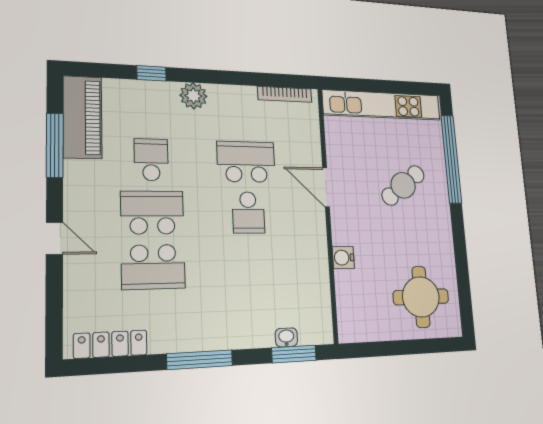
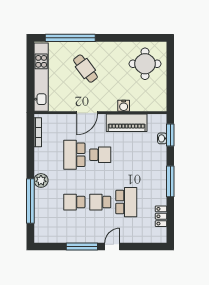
window: (151, 73) -> (30, 201), width x3.17
piano: (82, 117) -> (127, 123), moved, turned 180
window: (55, 145) -> (82, 246), moved
school desk: (152, 213) -> (100, 202), width x0.54
locker: (111, 344) -> (161, 216), width x0.66

